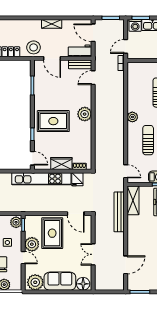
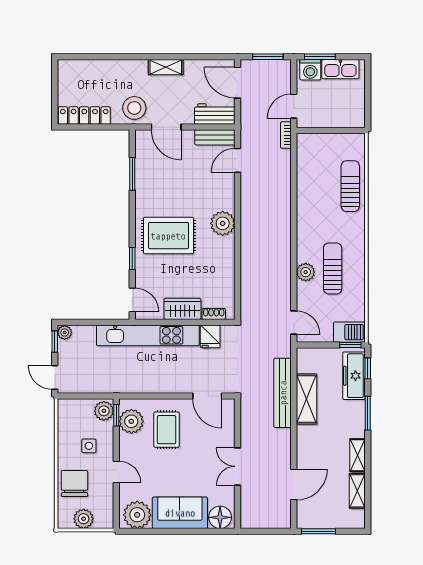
plant: (132, 117) -> (306, 272), moved
shelving: (133, 200) -> (307, 399), moved
rug: (52, 233) -> (167, 430), width x0.73, depth x0.70
plant: (32, 244) -> (131, 421), moved

